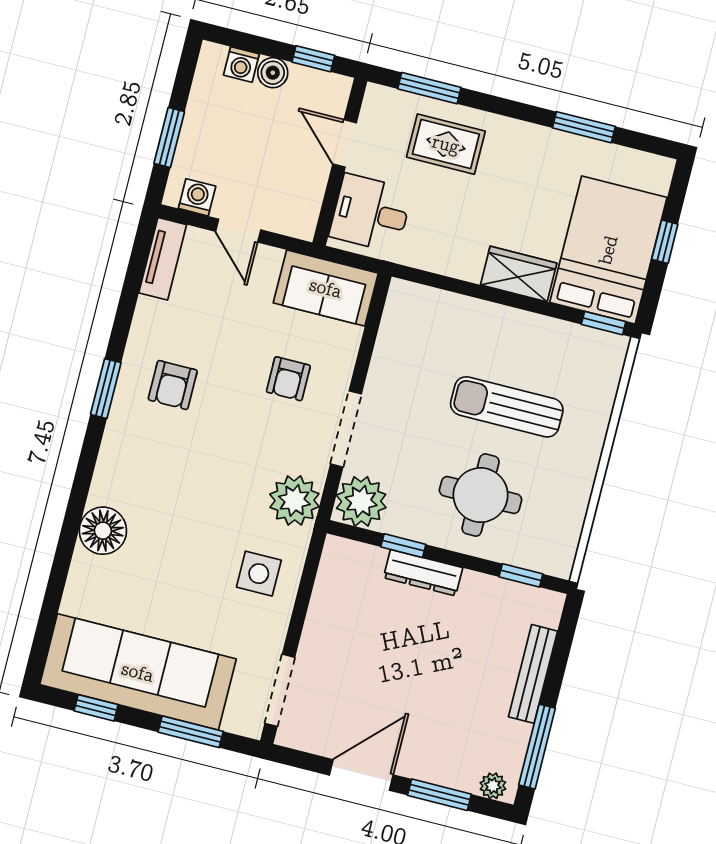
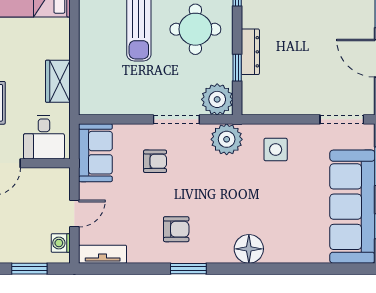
wardrobe: (519, 274) -> (58, 81), moved
floor lamp: (103, 531) -> (249, 249), moved

